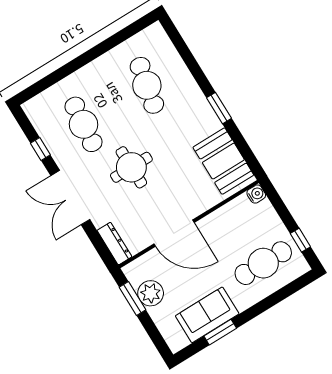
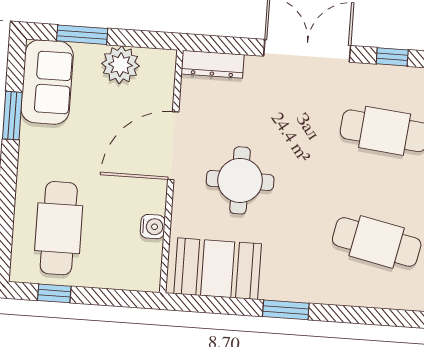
round table: (131, 167) -> (240, 180), moved
water cooler: (256, 194) -> (153, 227), moved, turned -90
window: (132, 298) -> (82, 35), moved
sofa: (207, 315) -> (47, 82), moved

